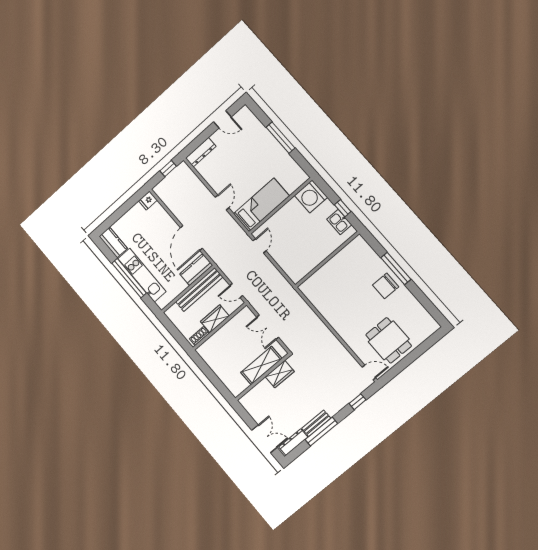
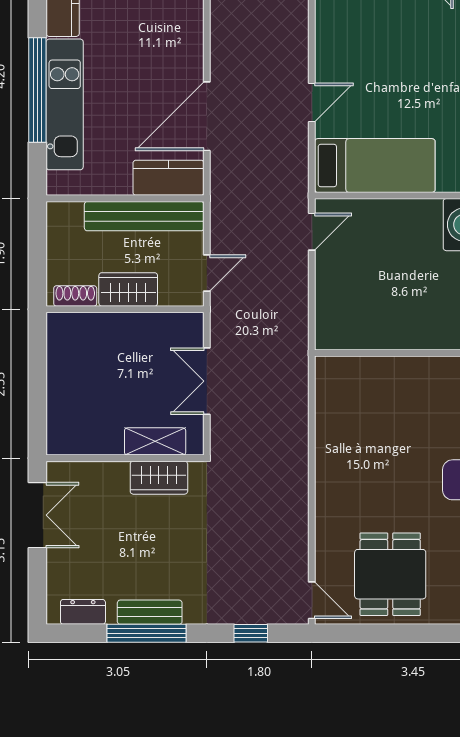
door: (236, 291) -> (207, 273), swing flipped
shelving: (261, 366) -> (155, 441), width x0.67, depth x0.75
double door: (264, 439) -> (37, 515), moved
dresser: (293, 442) -> (83, 612), width x0.70

